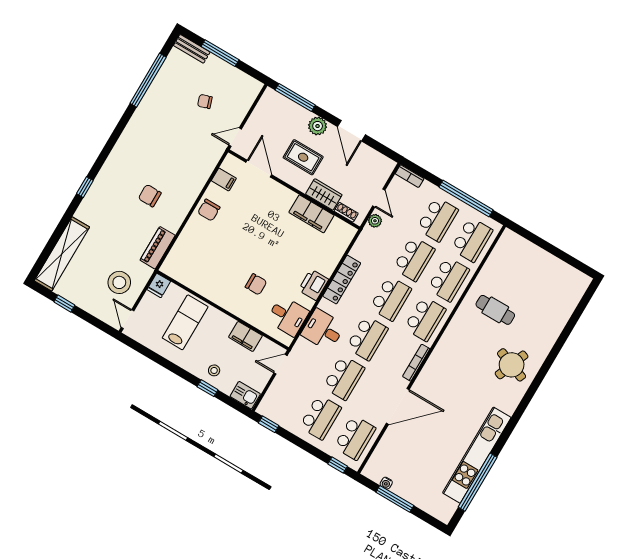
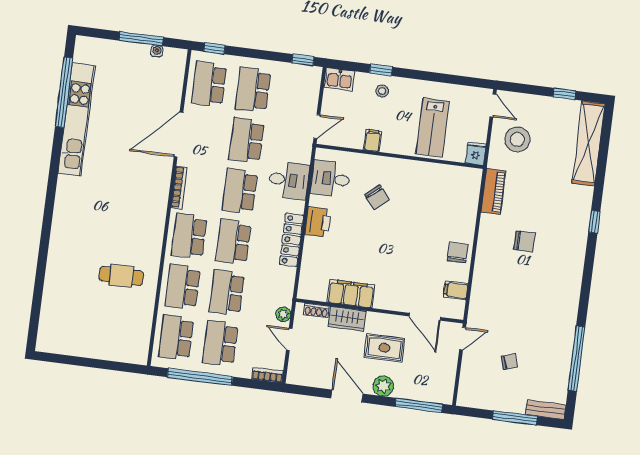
chair: (256, 284) -> (377, 197), turned -130
filing cabinet: (245, 336) -> (373, 140), width x0.50
round table: (512, 365) -> (81, 227), removed

